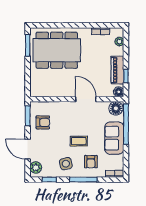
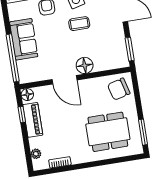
dining table: (57, 50) -> (108, 132), width x0.73, depth x0.80
chair: (42, 84) -> (119, 89), added
floor lamp: (116, 108) -> (85, 65), moved
armchair: (43, 122) -> (111, 44), removed
coffee table: (79, 141) -> (79, 24), moved

